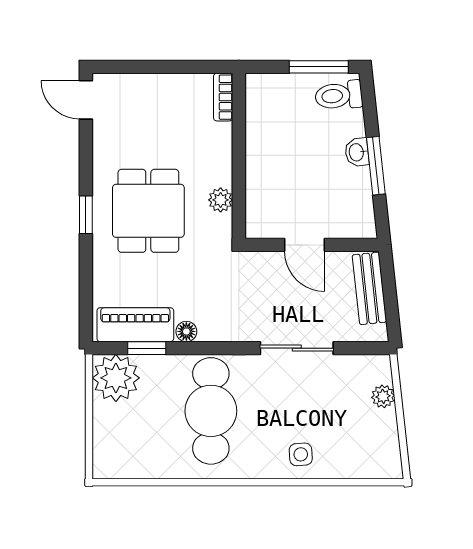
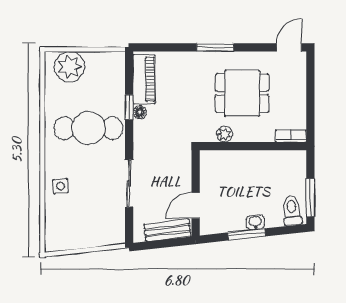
dining table: (148, 211) -> (242, 93), moved
window: (86, 215) -> (215, 47), width x1.50
door: (305, 245) -> (196, 205), moved
window: (147, 348) -> (129, 107), moved
plant: (116, 378) -> (70, 67), moved
plant: (383, 396) -> (98, 239), removed

